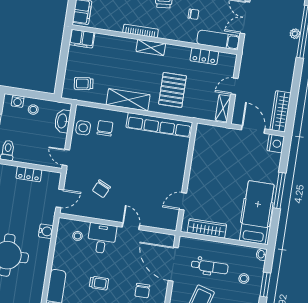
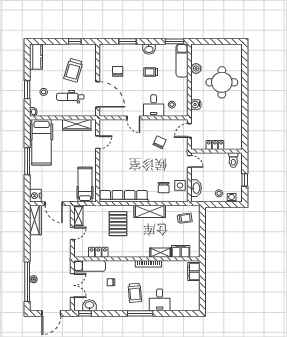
filing cabinet: (82, 39) -> (181, 251), moved
shelving: (151, 47) -> (160, 253), moved
hospital bed: (208, 148) -> (85, 185), added
plant: (38, 279) -> (196, 68), added

